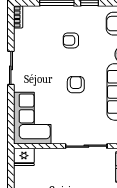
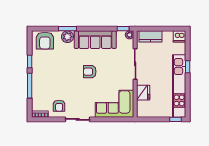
armchair: (71, 40) -> (59, 106), moved
fridge: (24, 157) -> (143, 93), moved

